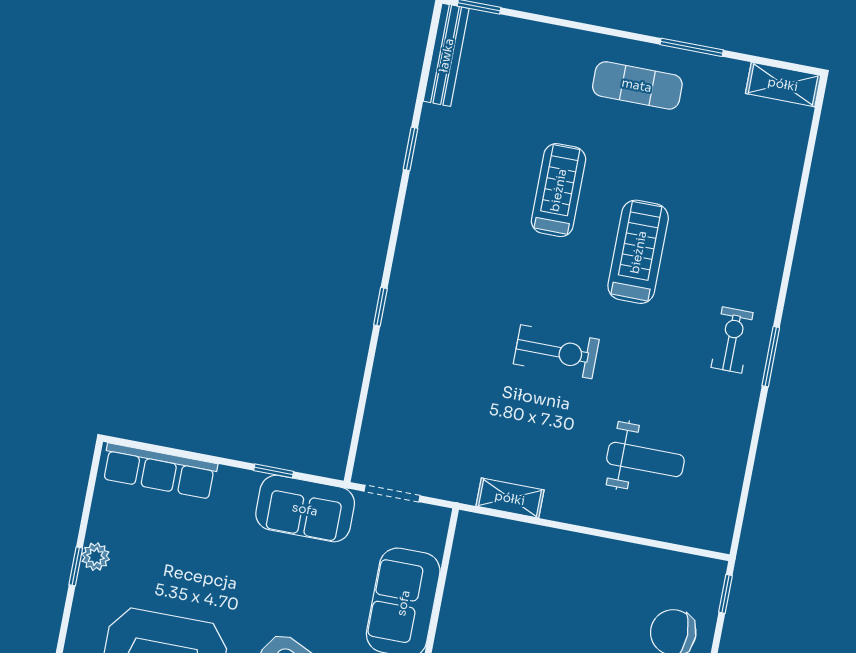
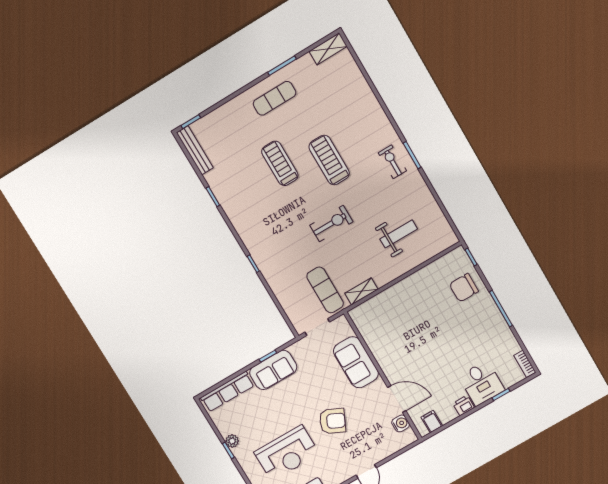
exercise mat: (456, 446) -> (325, 290), added
sofa: (305, 509) -> (273, 370), moved

